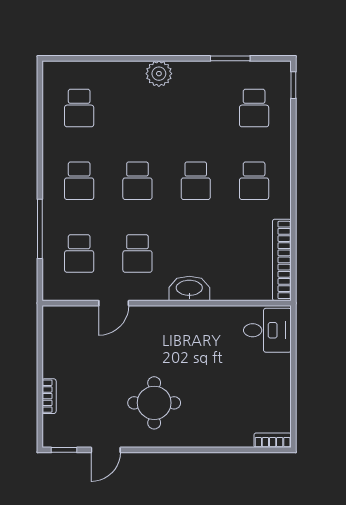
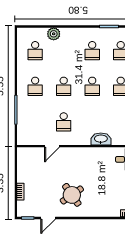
plant: (159, 74) -> (54, 34), moved
school desk: (79, 254) -> (92, 51), moved
washbasin: (189, 289) -> (101, 139), moved
round table: (154, 403) -> (72, 195), turned -35

